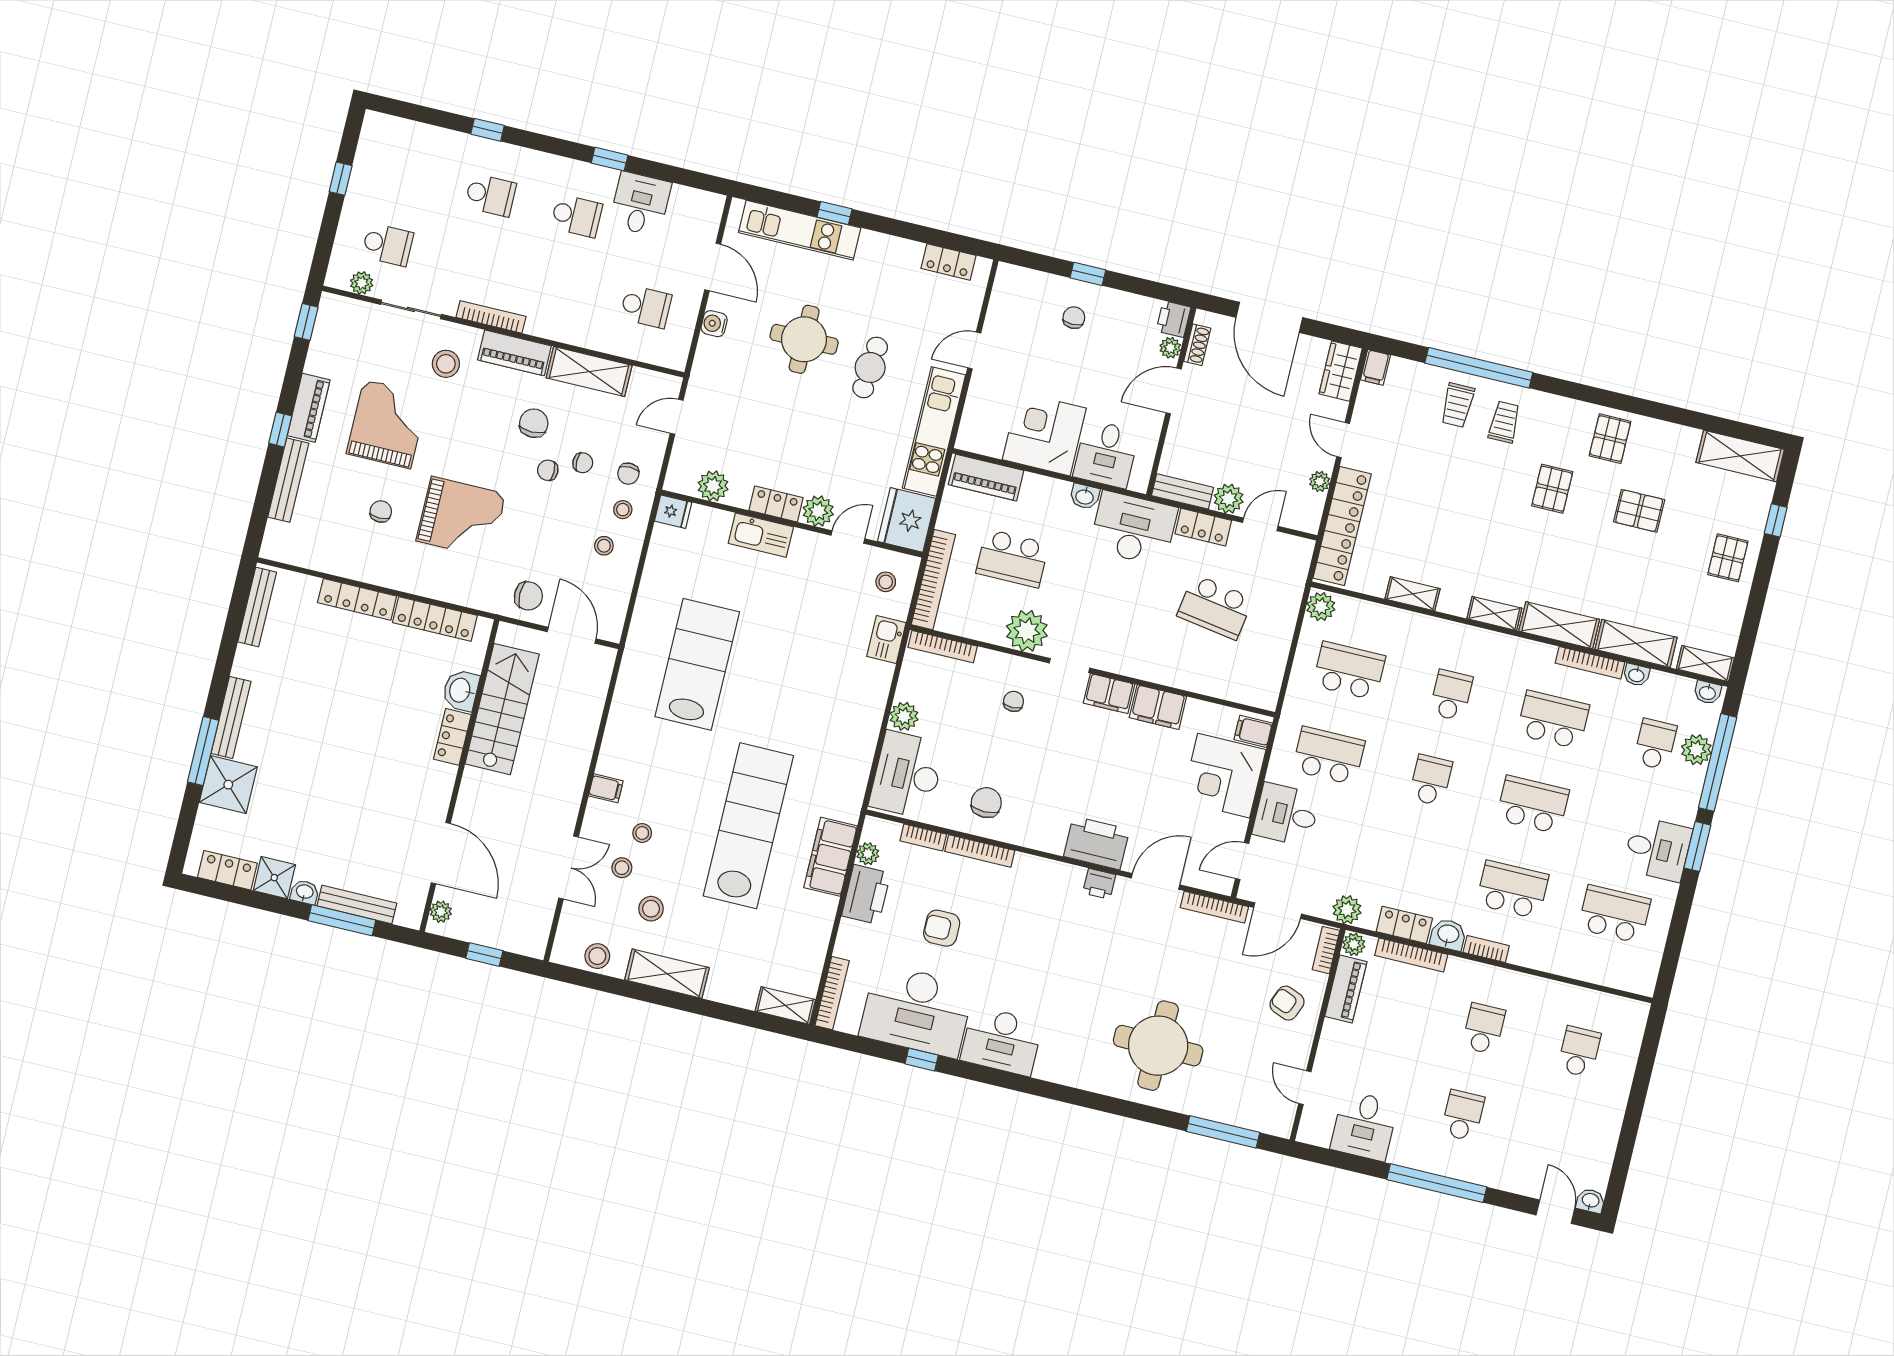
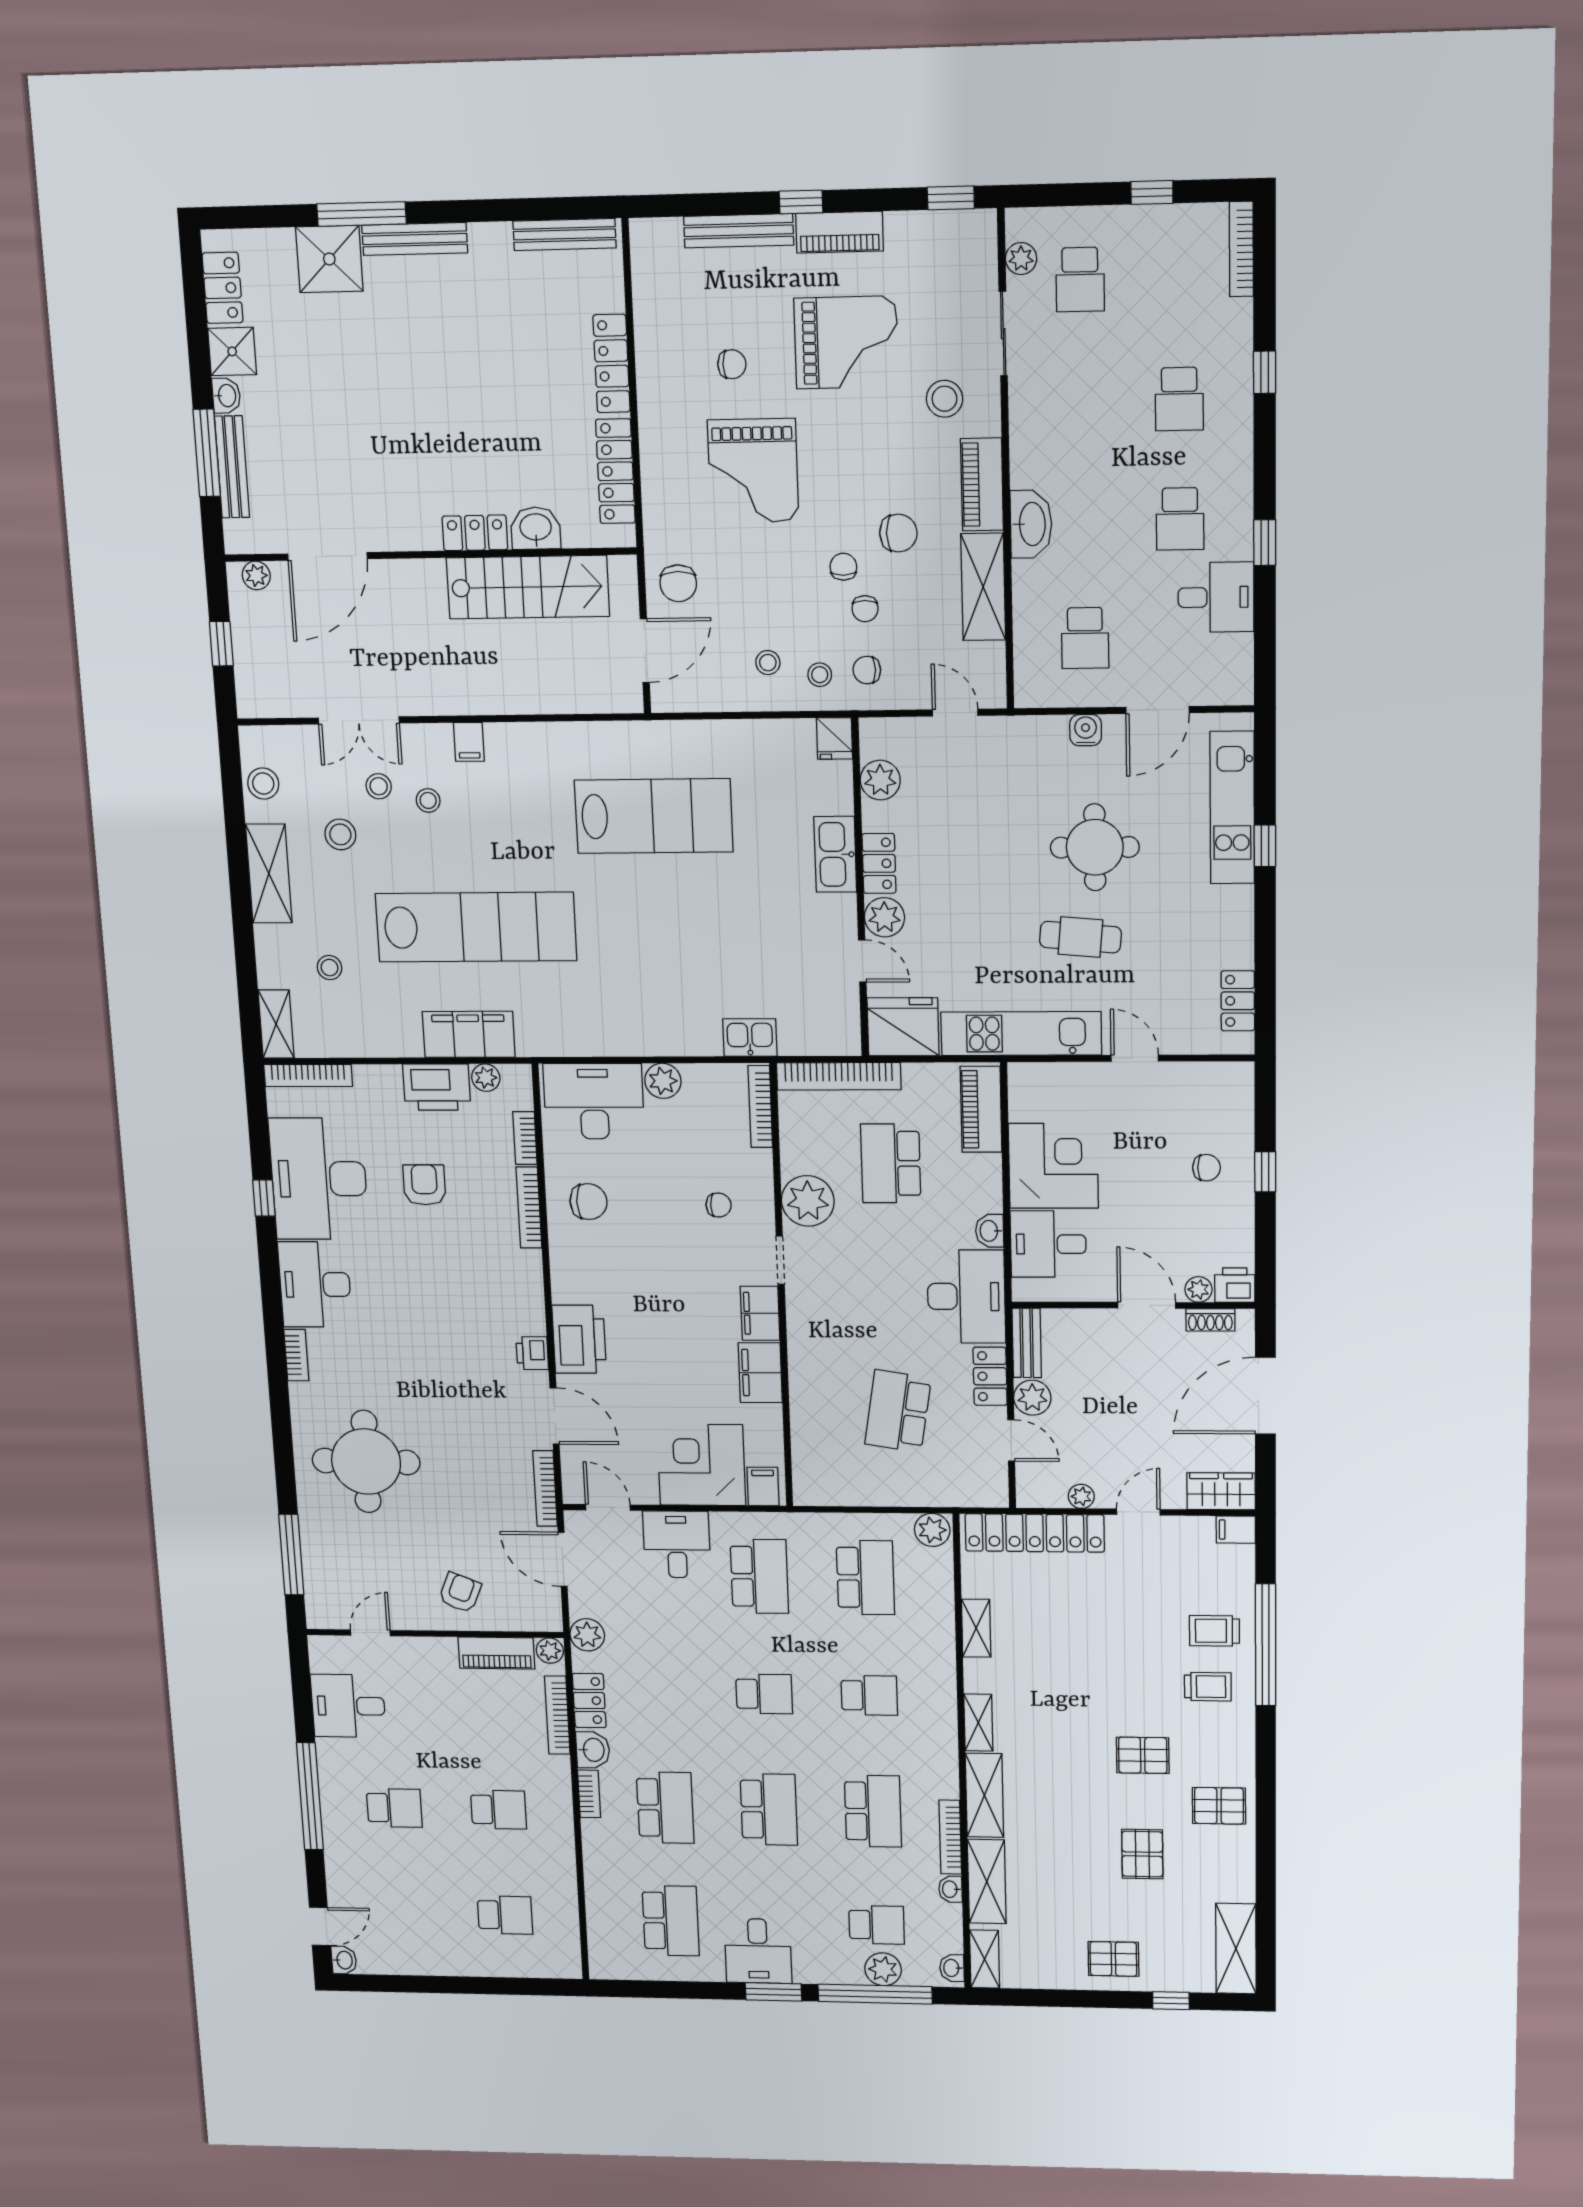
bookcase: (491, 317) -> (1241, 249), moved, turned 180
washbasin: (552, 325) -> (1031, 524), added
stool: (886, 582) -> (329, 968), moved
bookcase: (1326, 950) -> (296, 1355), moved, turned 90

